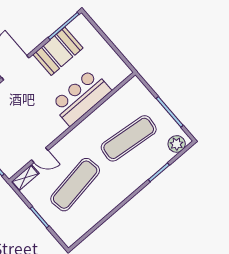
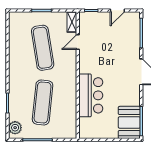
booth: (58, 51) -> (129, 122), moved

